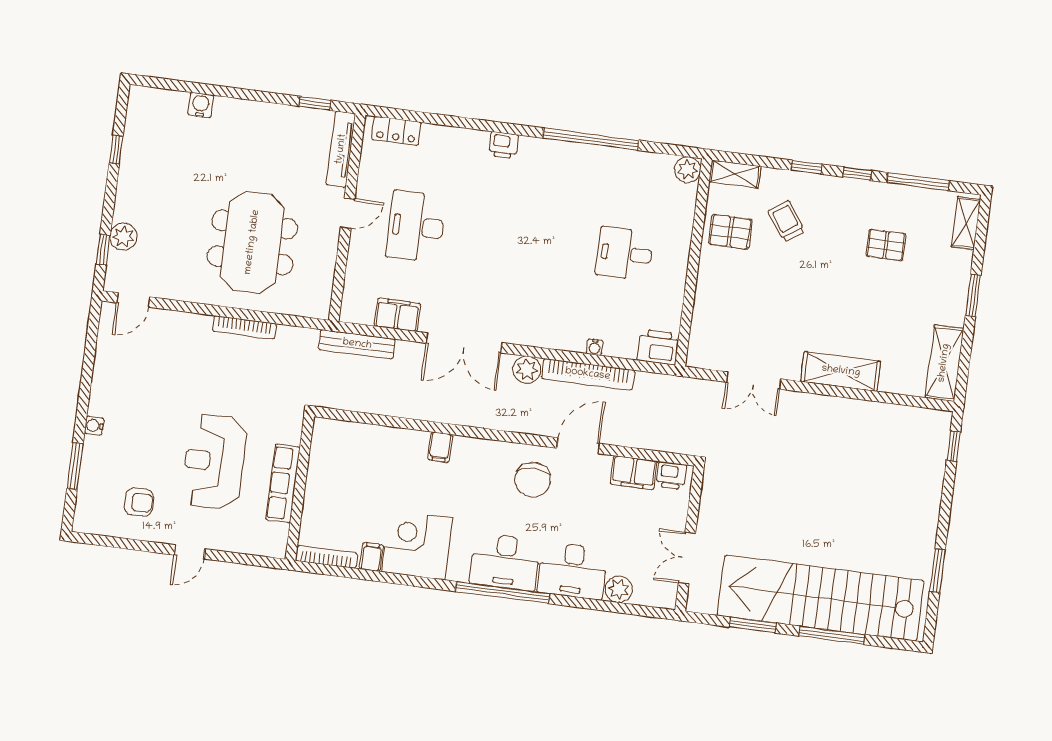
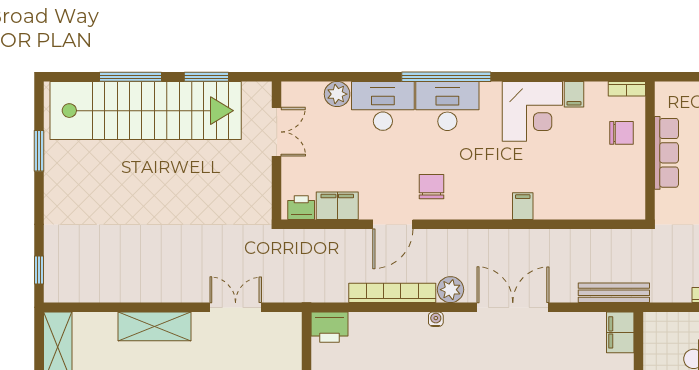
filing cabinet: (397, 315) -> (620, 332), moved, turned 90
water cooler: (595, 347) -> (436, 319), moved
chair: (533, 480) -> (432, 187), width x0.73, depth x0.73
chair: (327, 510) -> (621, 133), added
bookcase: (326, 557) -> (627, 89), width x0.64

